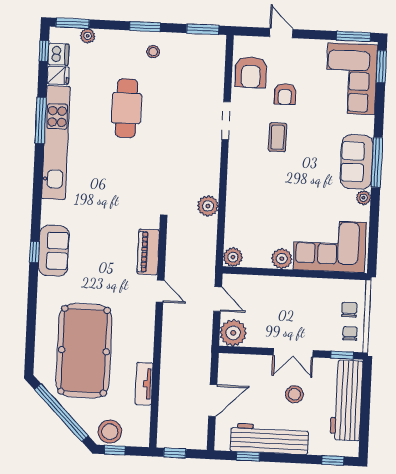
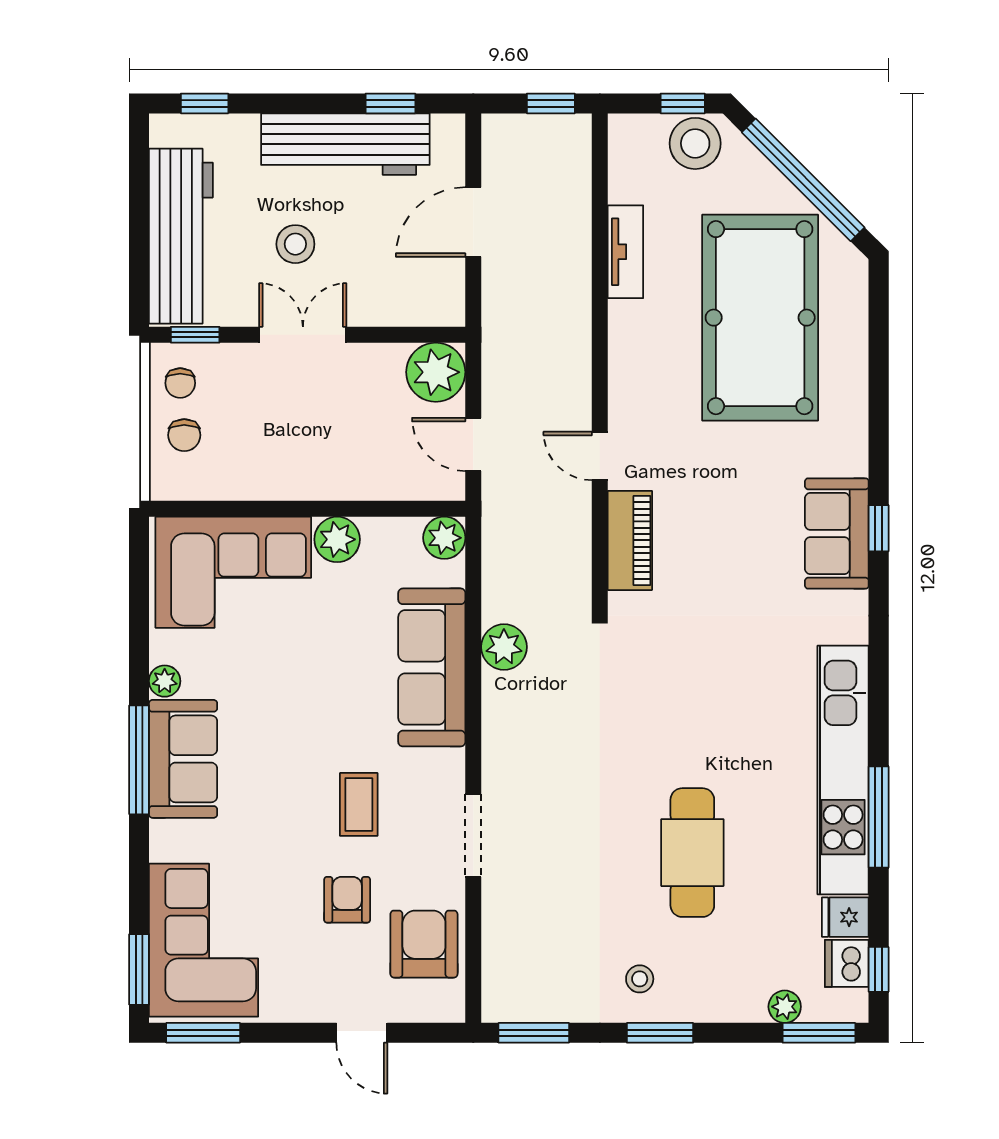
sofa: (241, 198) -> (432, 667), added

